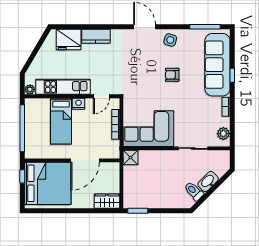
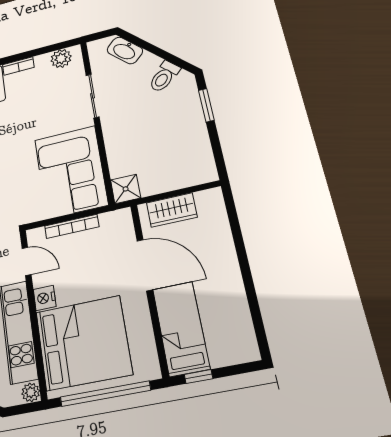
bed: (61, 121) -> (83, 343), width x2.04
washbasin: (208, 182) -> (125, 50), moved
bed: (48, 183) -> (181, 329), width x0.49
wardrobe: (107, 201) -> (172, 210), moved, turned -90
window: (138, 211) -> (206, 105), moved

